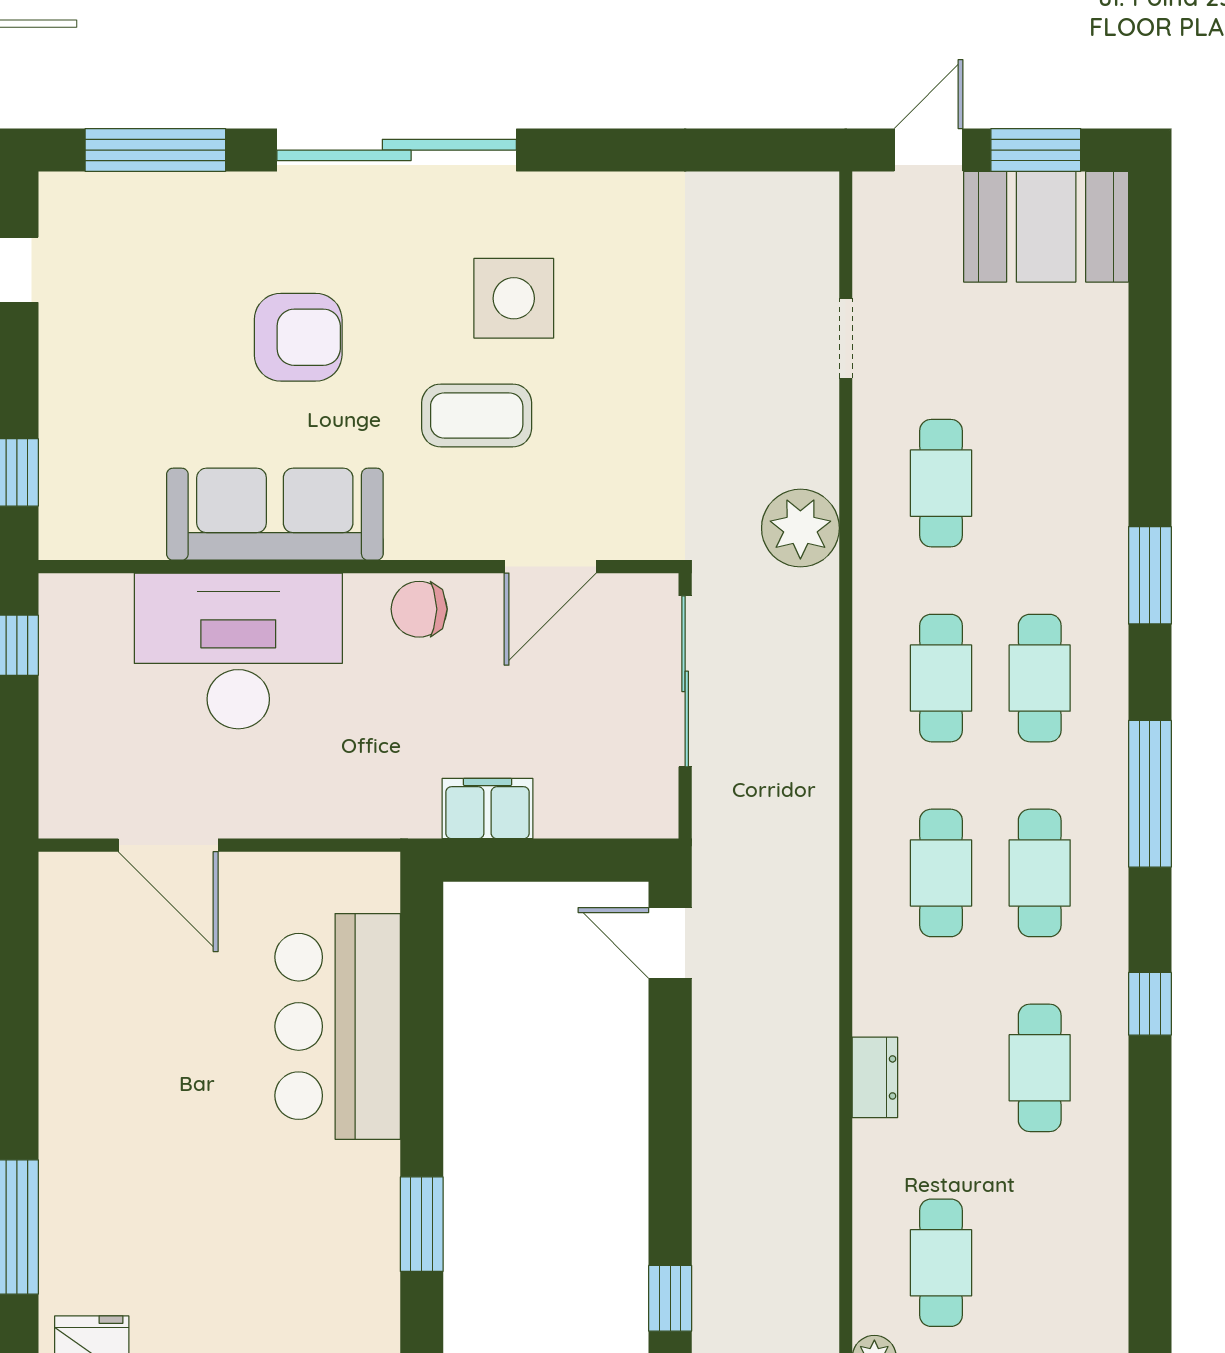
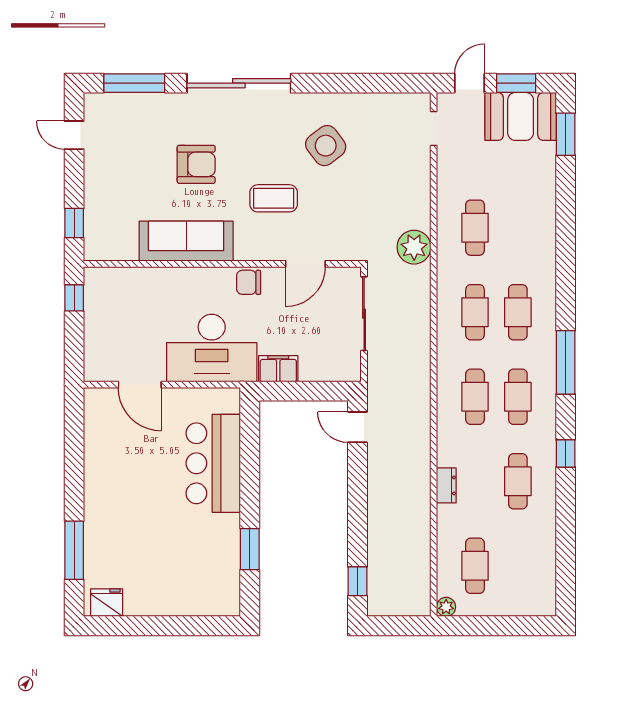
side table: (514, 298) -> (326, 146), moved, turned -37
doorway: (846, 338) -> (434, 128), moved
window: (1150, 575) -> (566, 134), moved
desk: (238, 651) -> (212, 348), moved, turned 180

